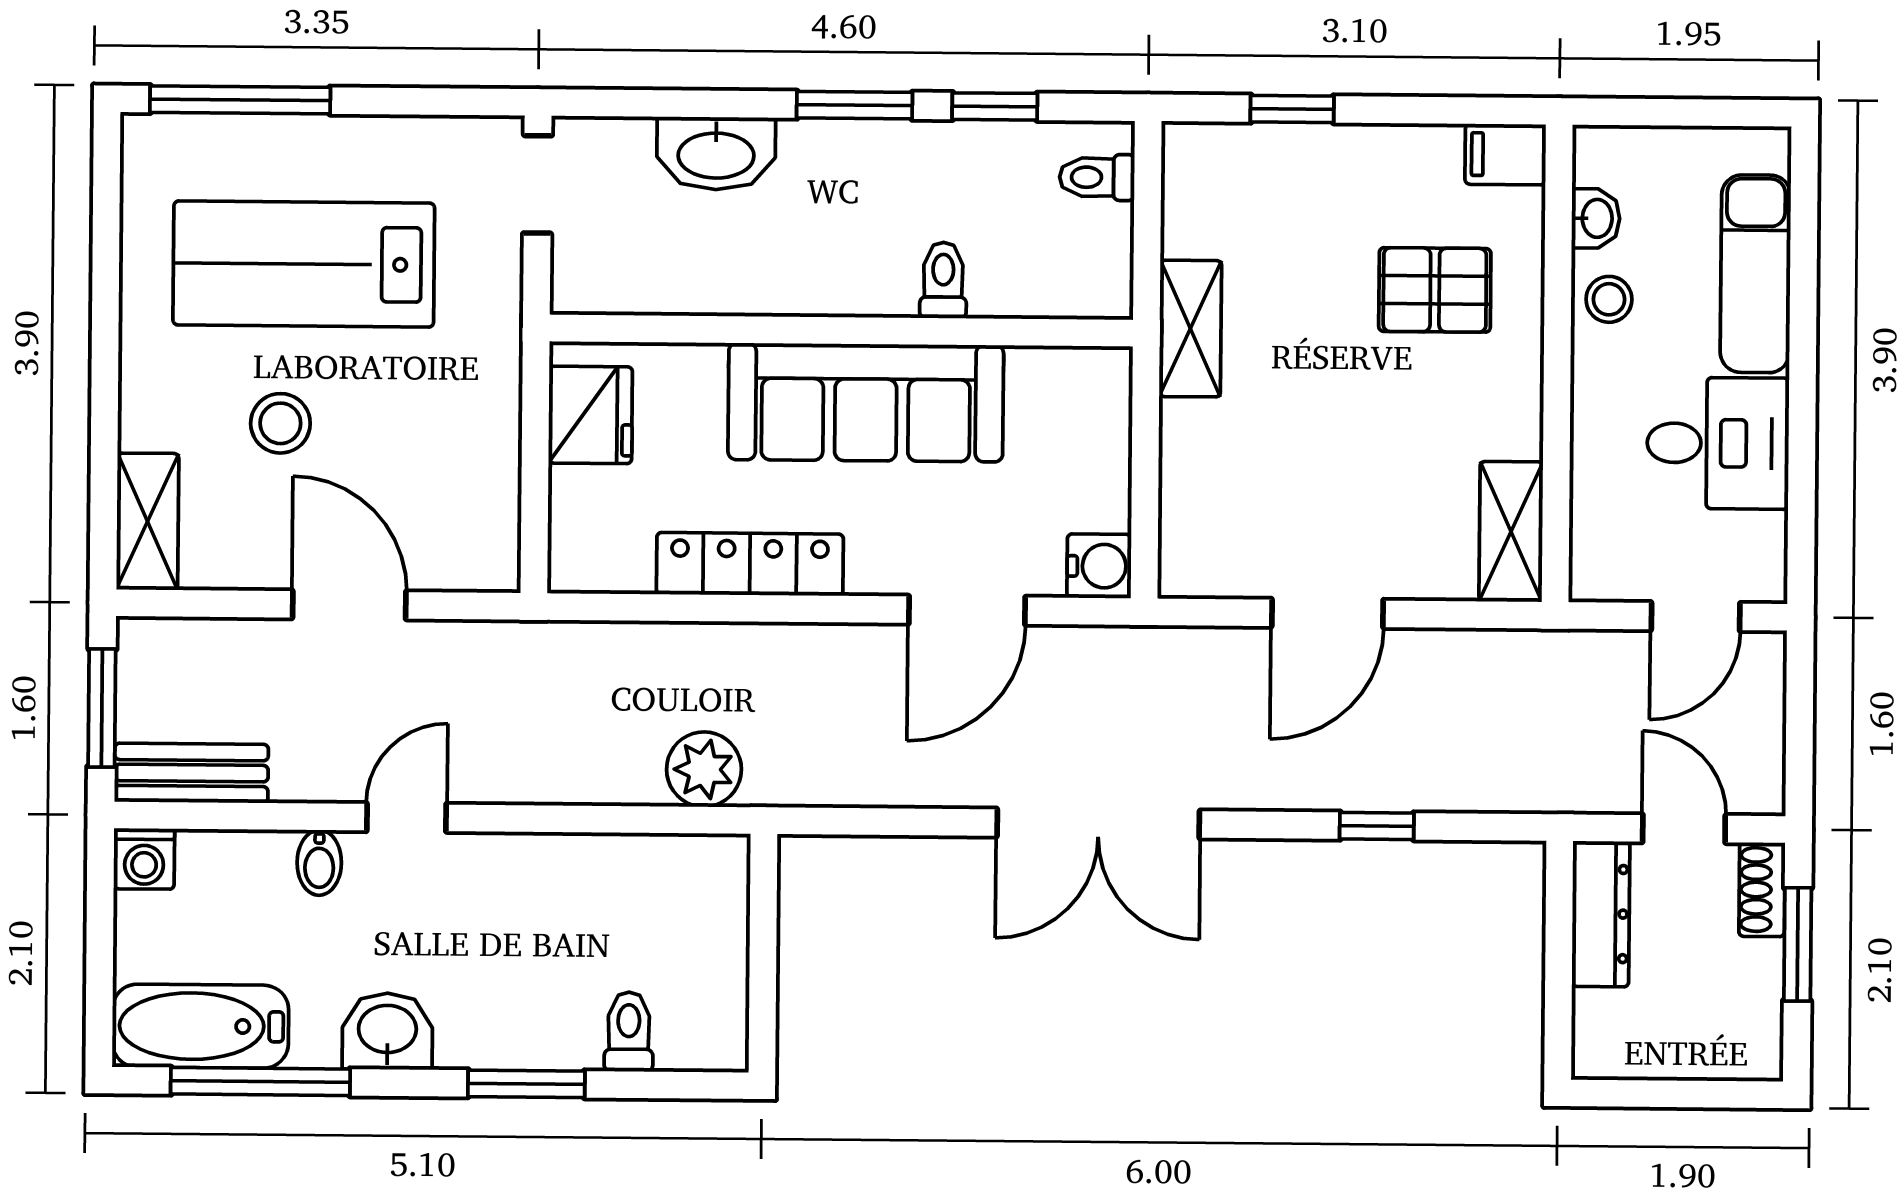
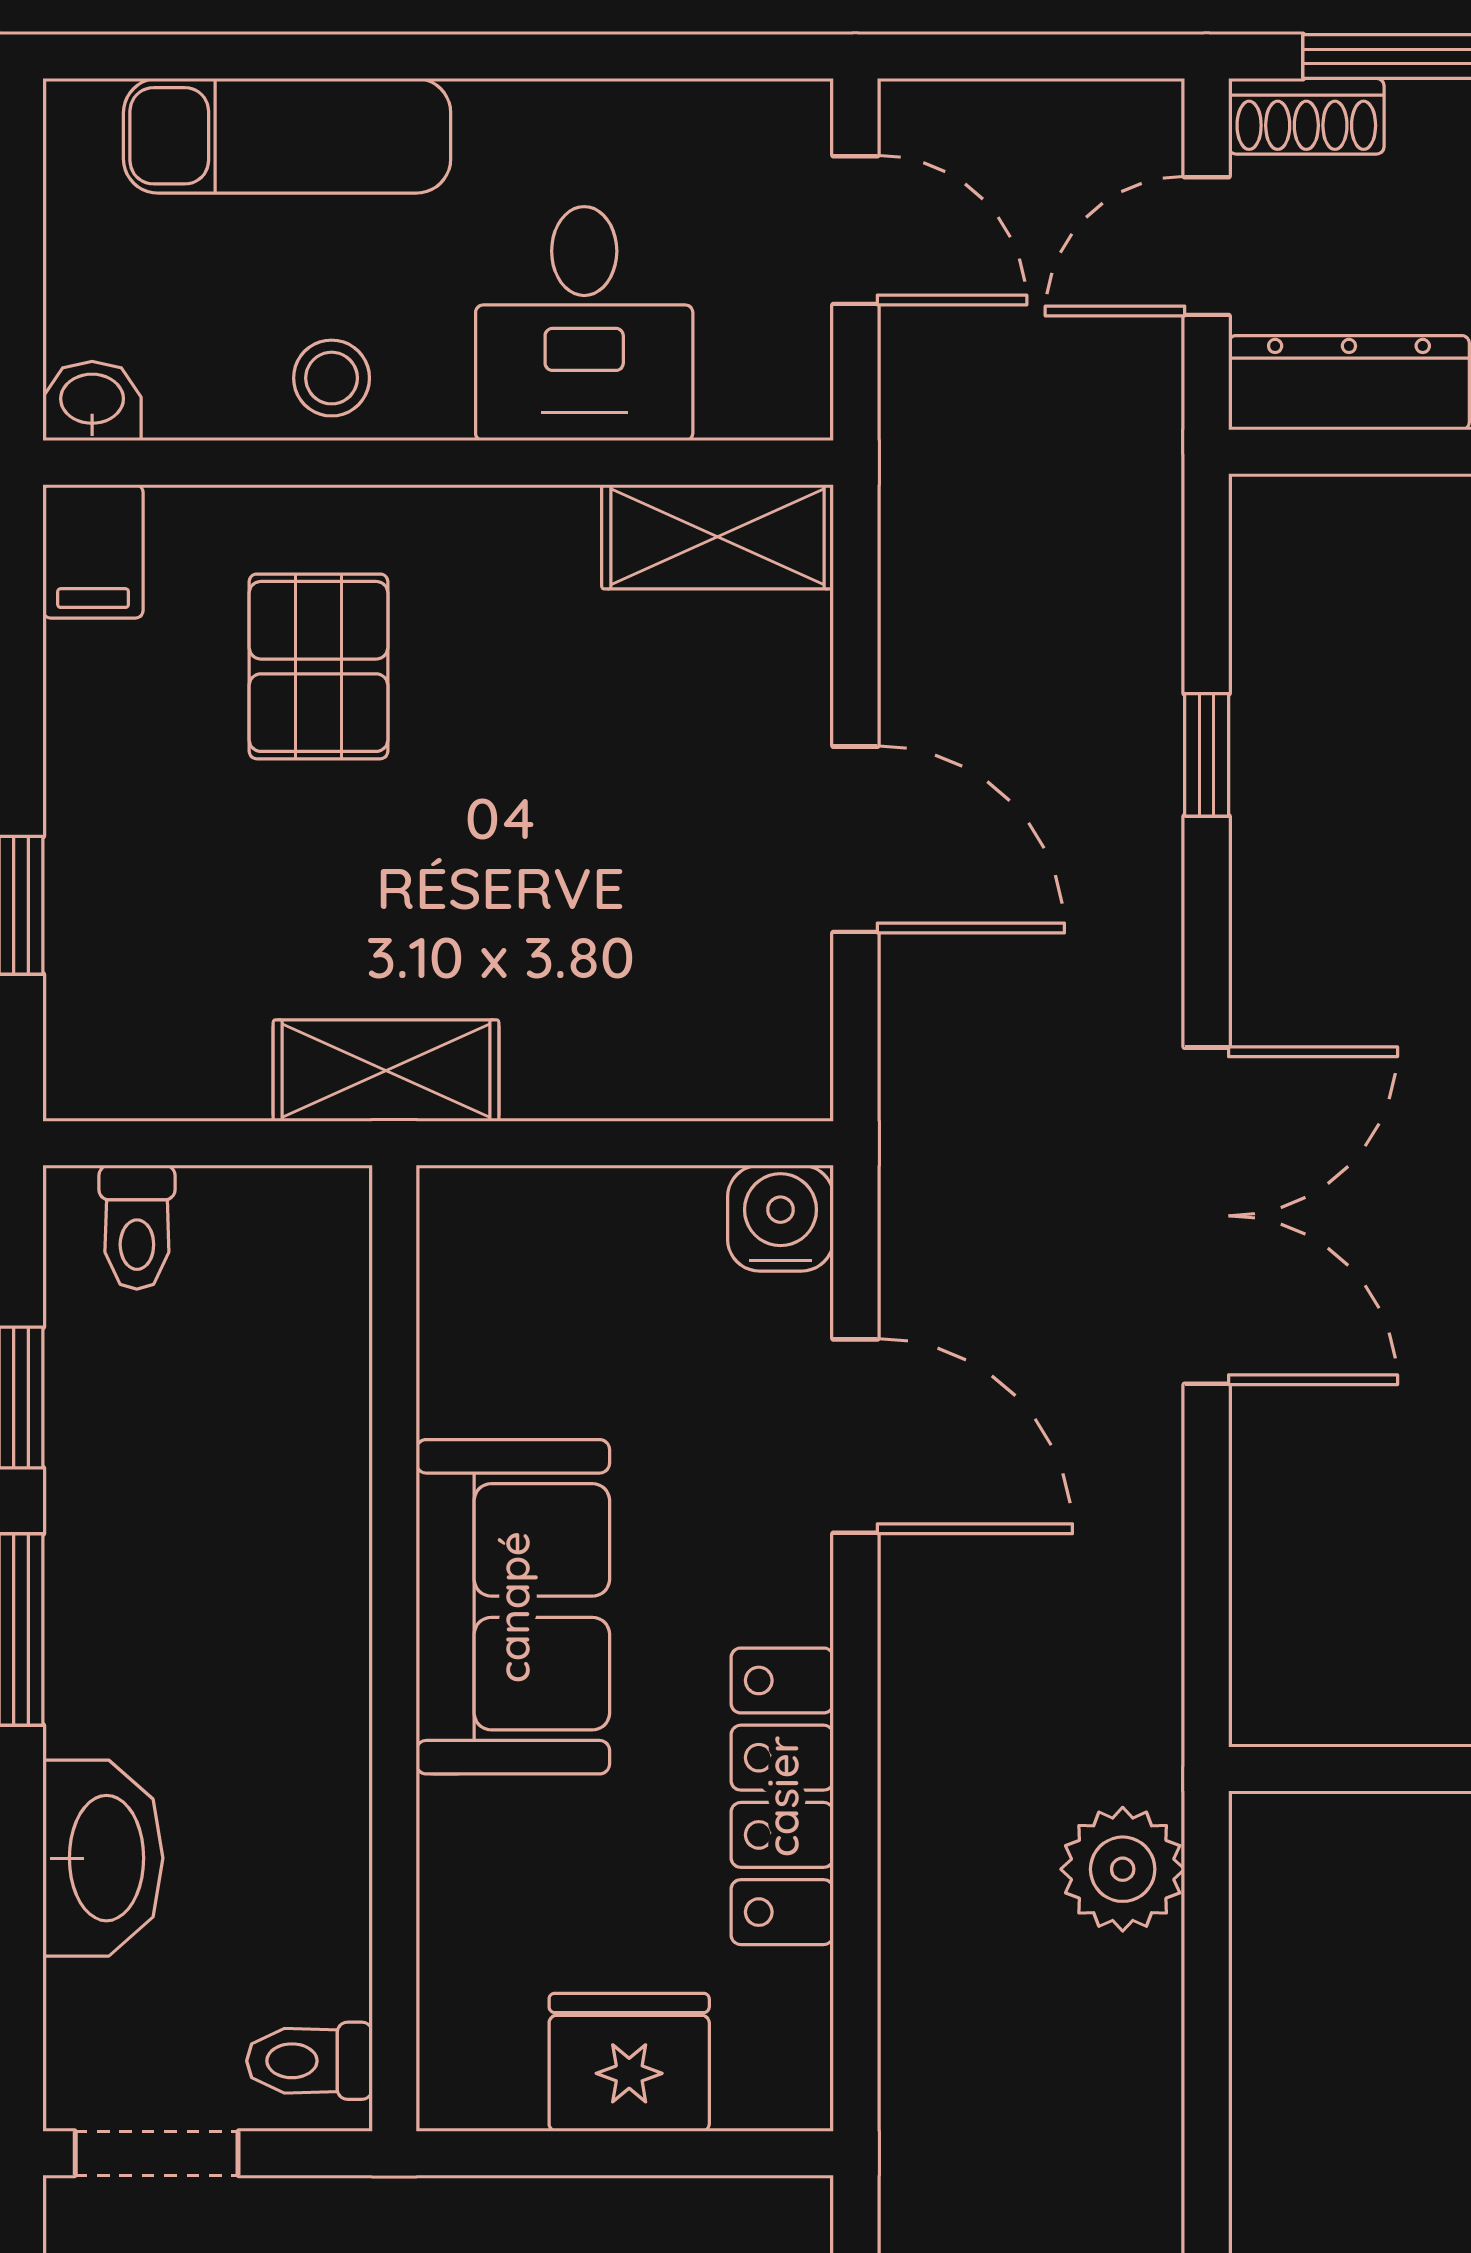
washbasin: (1596, 218) -> (92, 401), moved
toilet: (943, 280) -> (310, 2061), moved
sofa: (866, 402) -> (513, 1607), width x0.73
fridge: (590, 415) -> (629, 2062), moved
desk: (1718, 443) -> (584, 324), moved, turned 180

